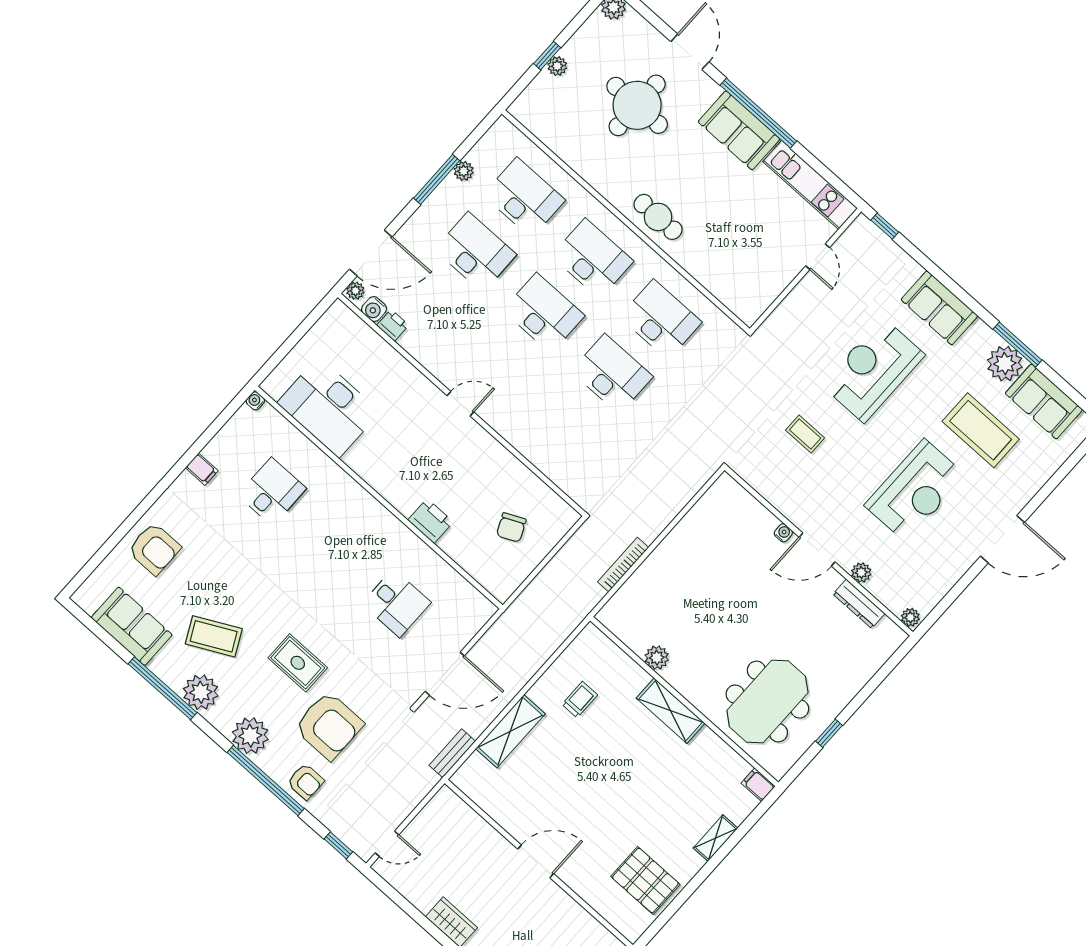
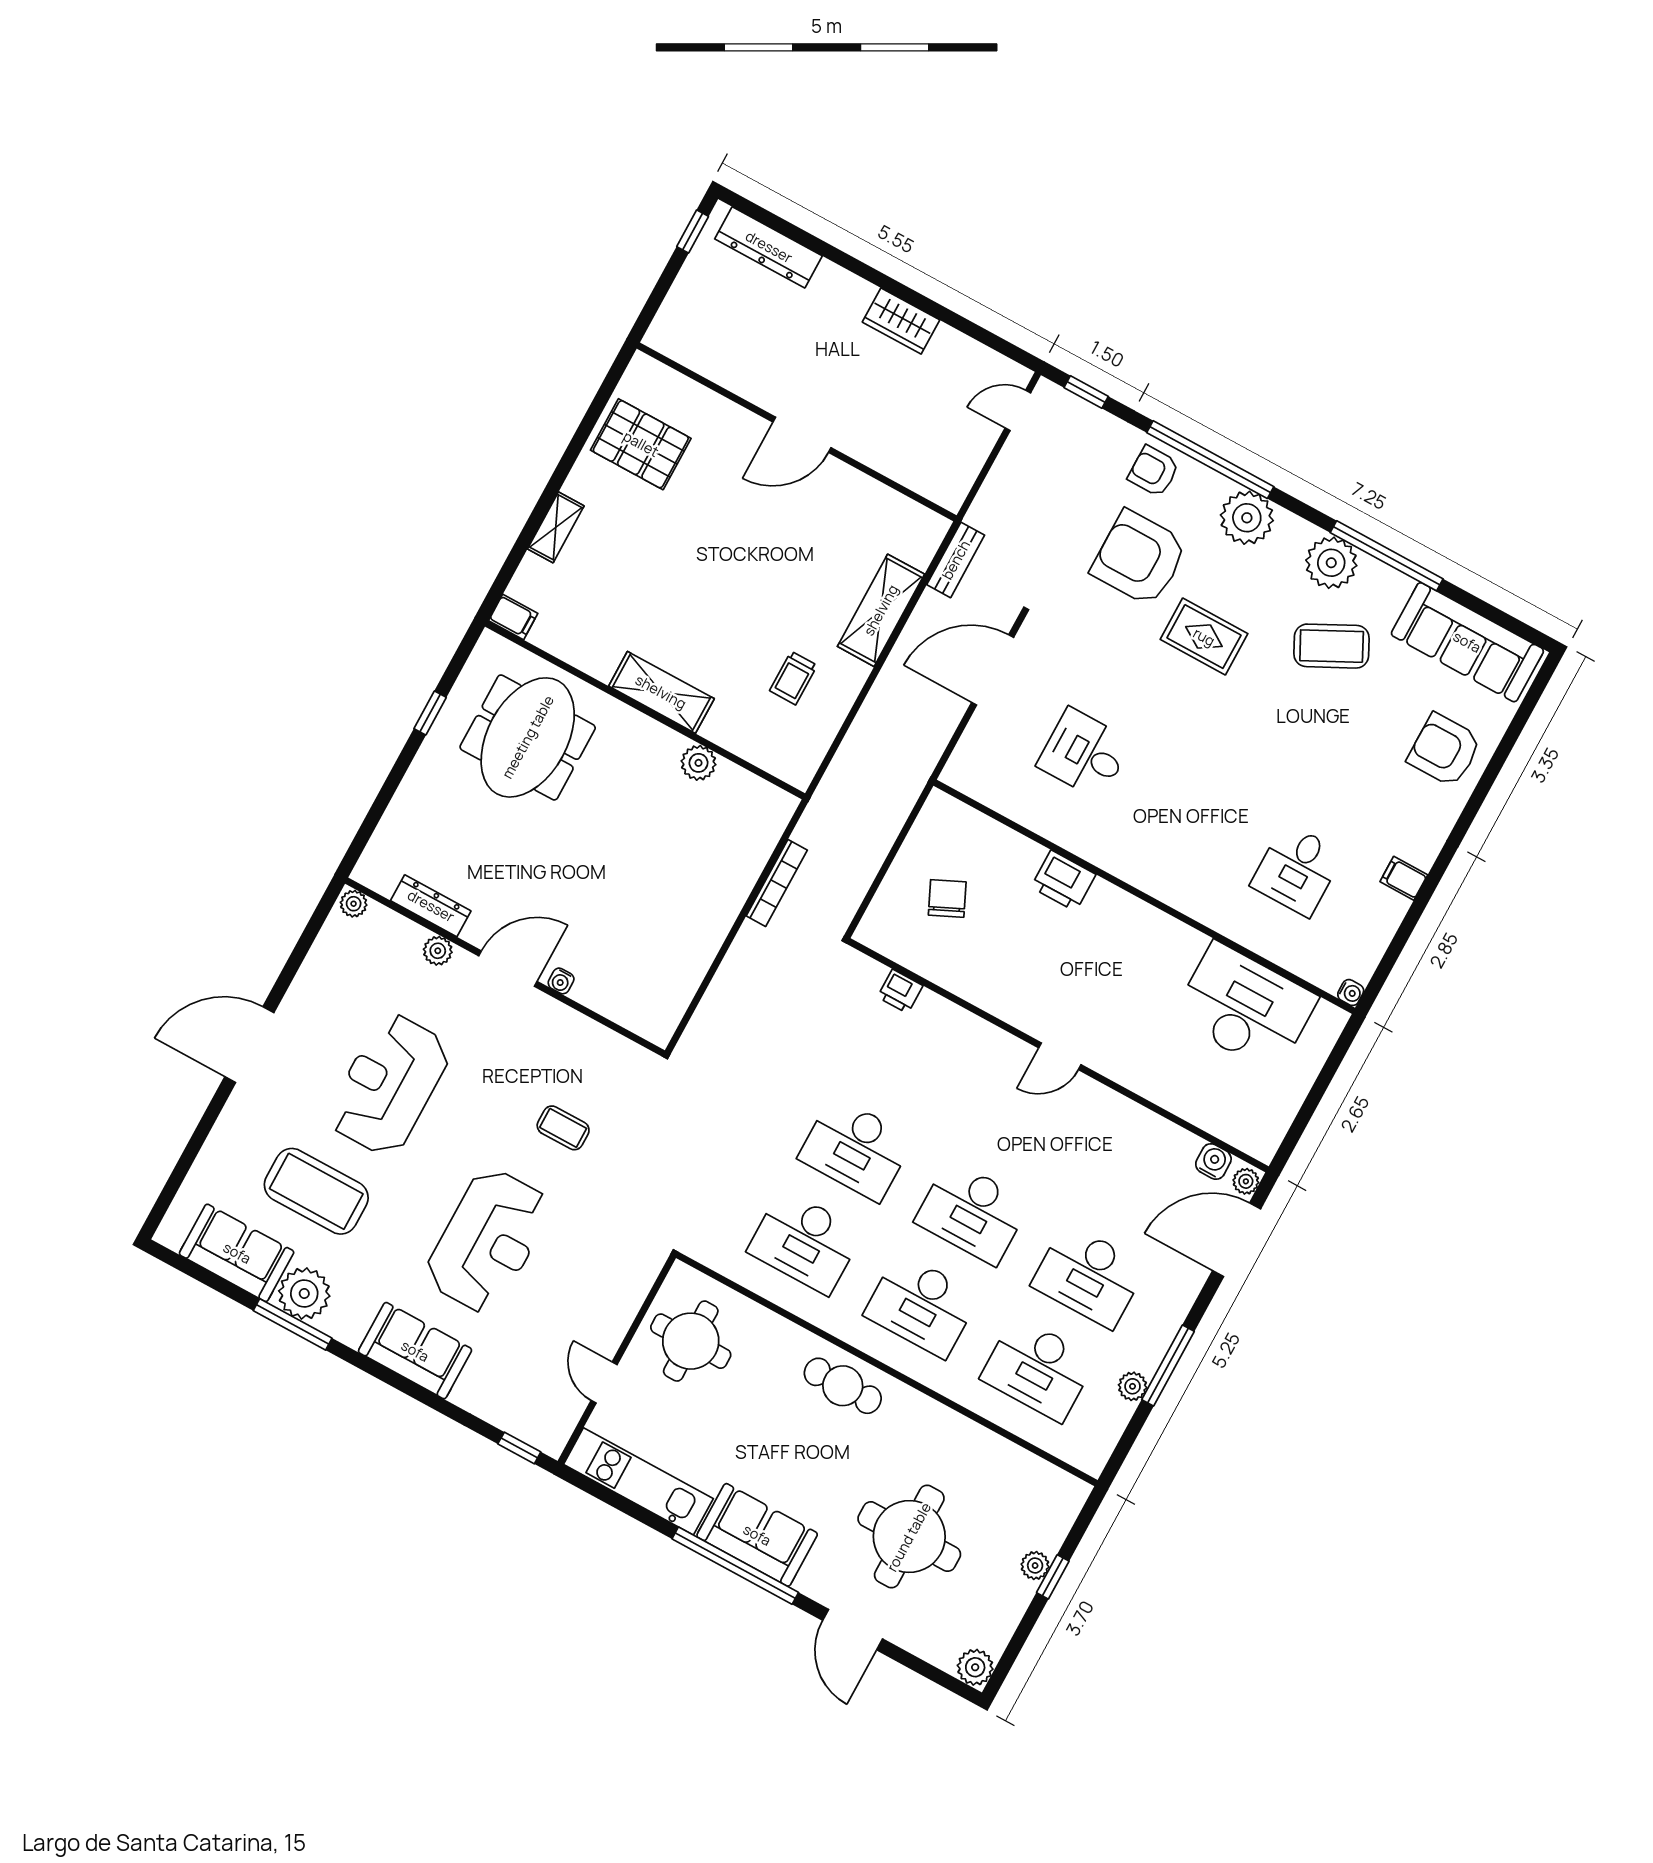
round table: (753, 271) -> (691, 1341), added
printer: (393, 325) -> (900, 991), moved
sofa: (132, 626) -> (1467, 642), width x1.36

